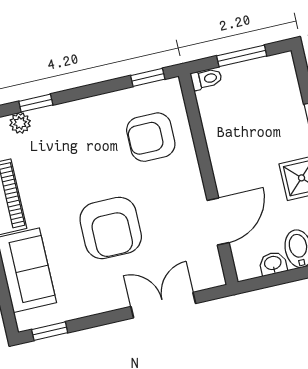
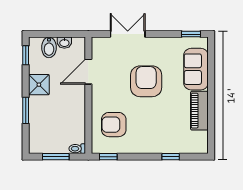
plant: (20, 123) -> (181, 148), removed
armchair: (151, 137) -> (114, 125), turned 180
double door: (163, 305) -> (128, 34), swing flipped

